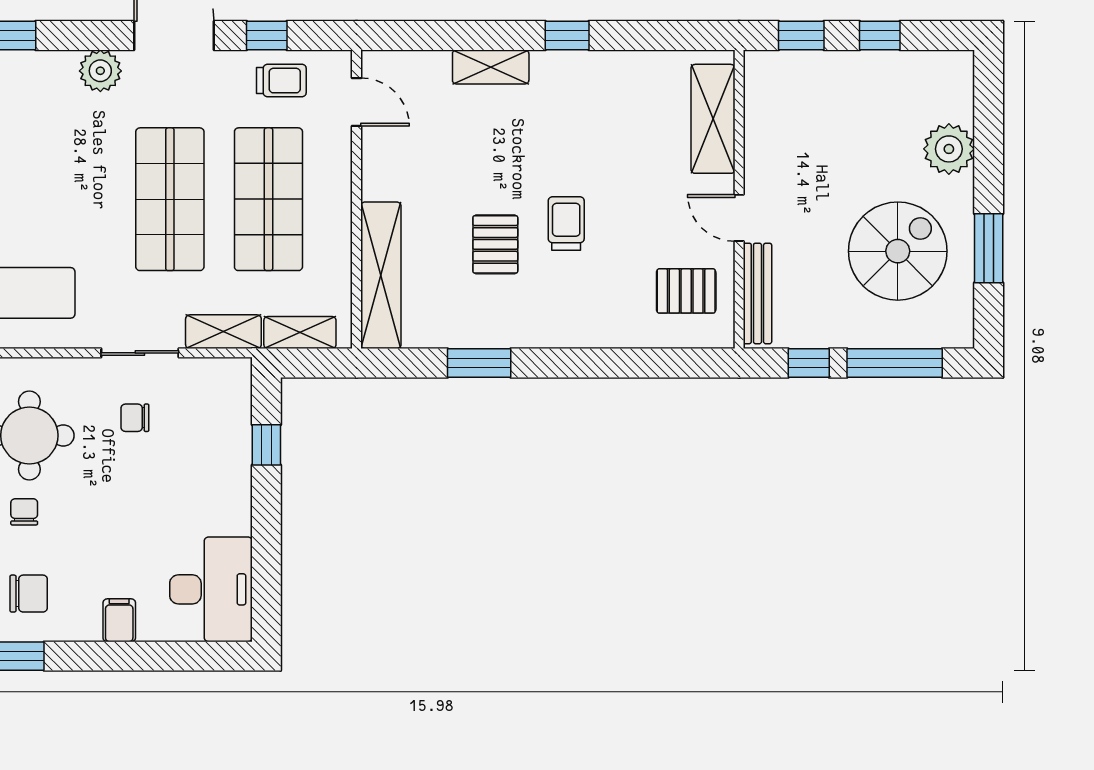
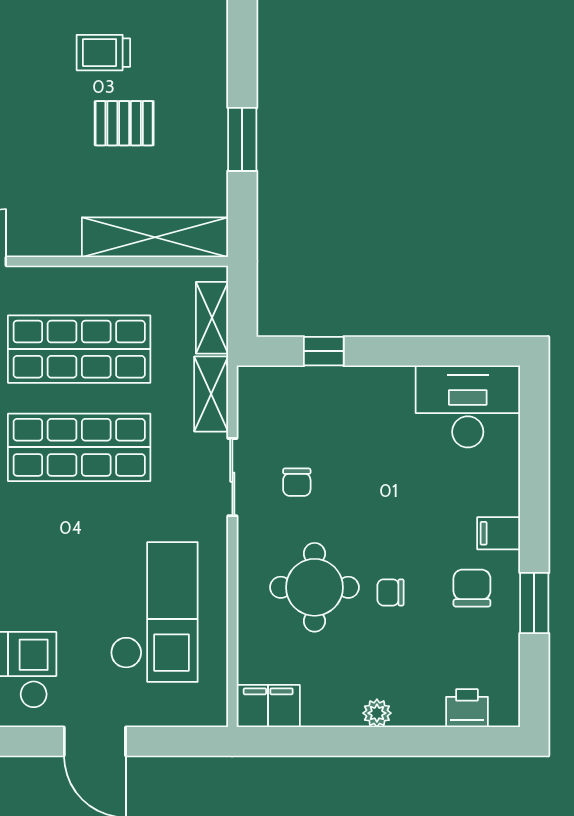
filing cabinet: (119, 620) -> (499, 533), moved

